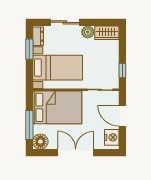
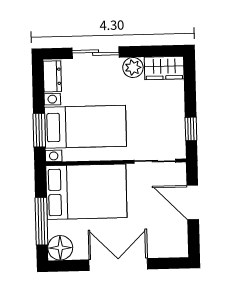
window: (29, 49) -> (39, 130), moved
nightstand: (112, 137) -> (176, 238), removed

